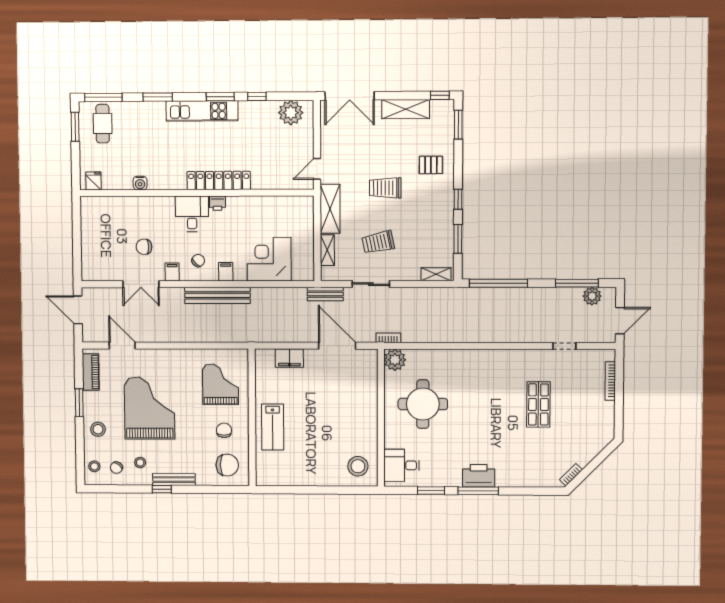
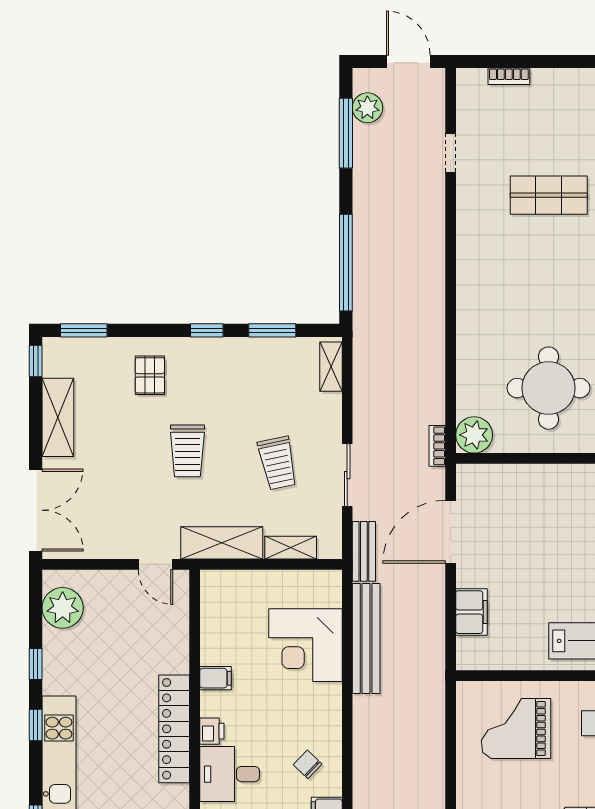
window: (220, 97) -> (36, 725), width x0.67
filing cabinet: (226, 272) -> (216, 678), moved, turned 180
bench: (217, 295) -> (366, 638), moved
bookcase: (610, 381) -> (509, 76), width x0.64

